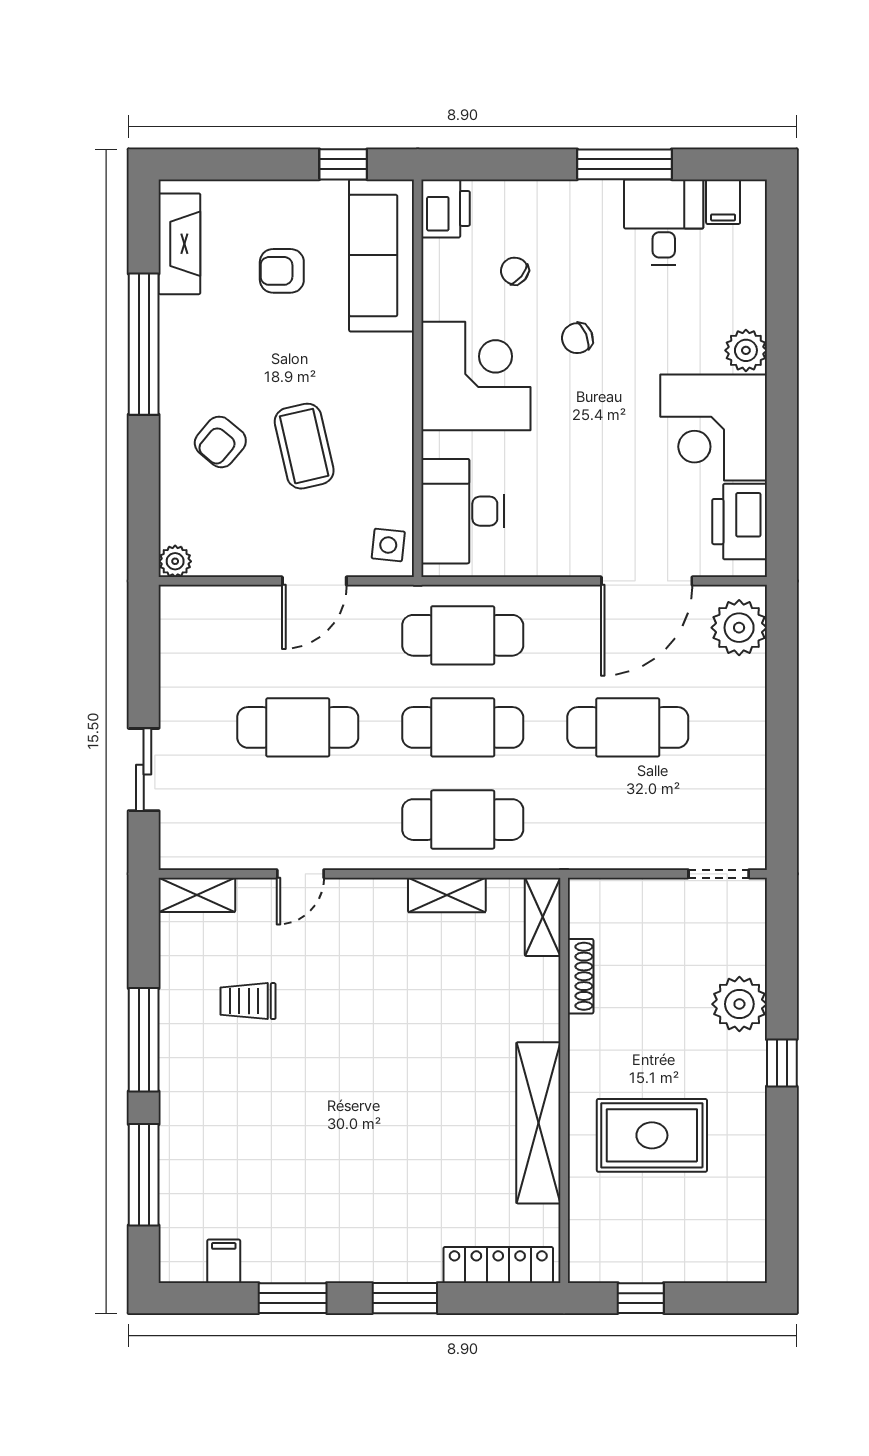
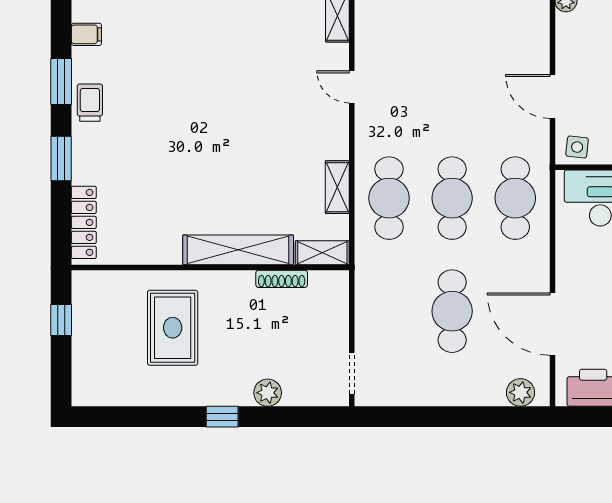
plant: (739, 628) -> (521, 392), width x0.73, depth x0.73
cafe table: (298, 727) -> (452, 85), removed
trolley: (248, 1001) -> (90, 103), moved
plant: (739, 1004) -> (268, 393), width x0.73, depth x0.73
shelving: (538, 1123) -> (238, 250), moved

